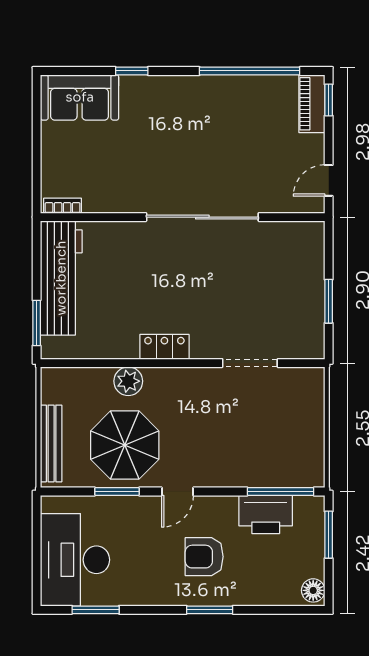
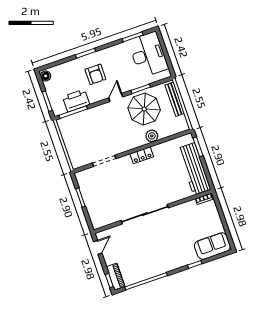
armchair: (204, 557) -> (95, 74), turned 90

